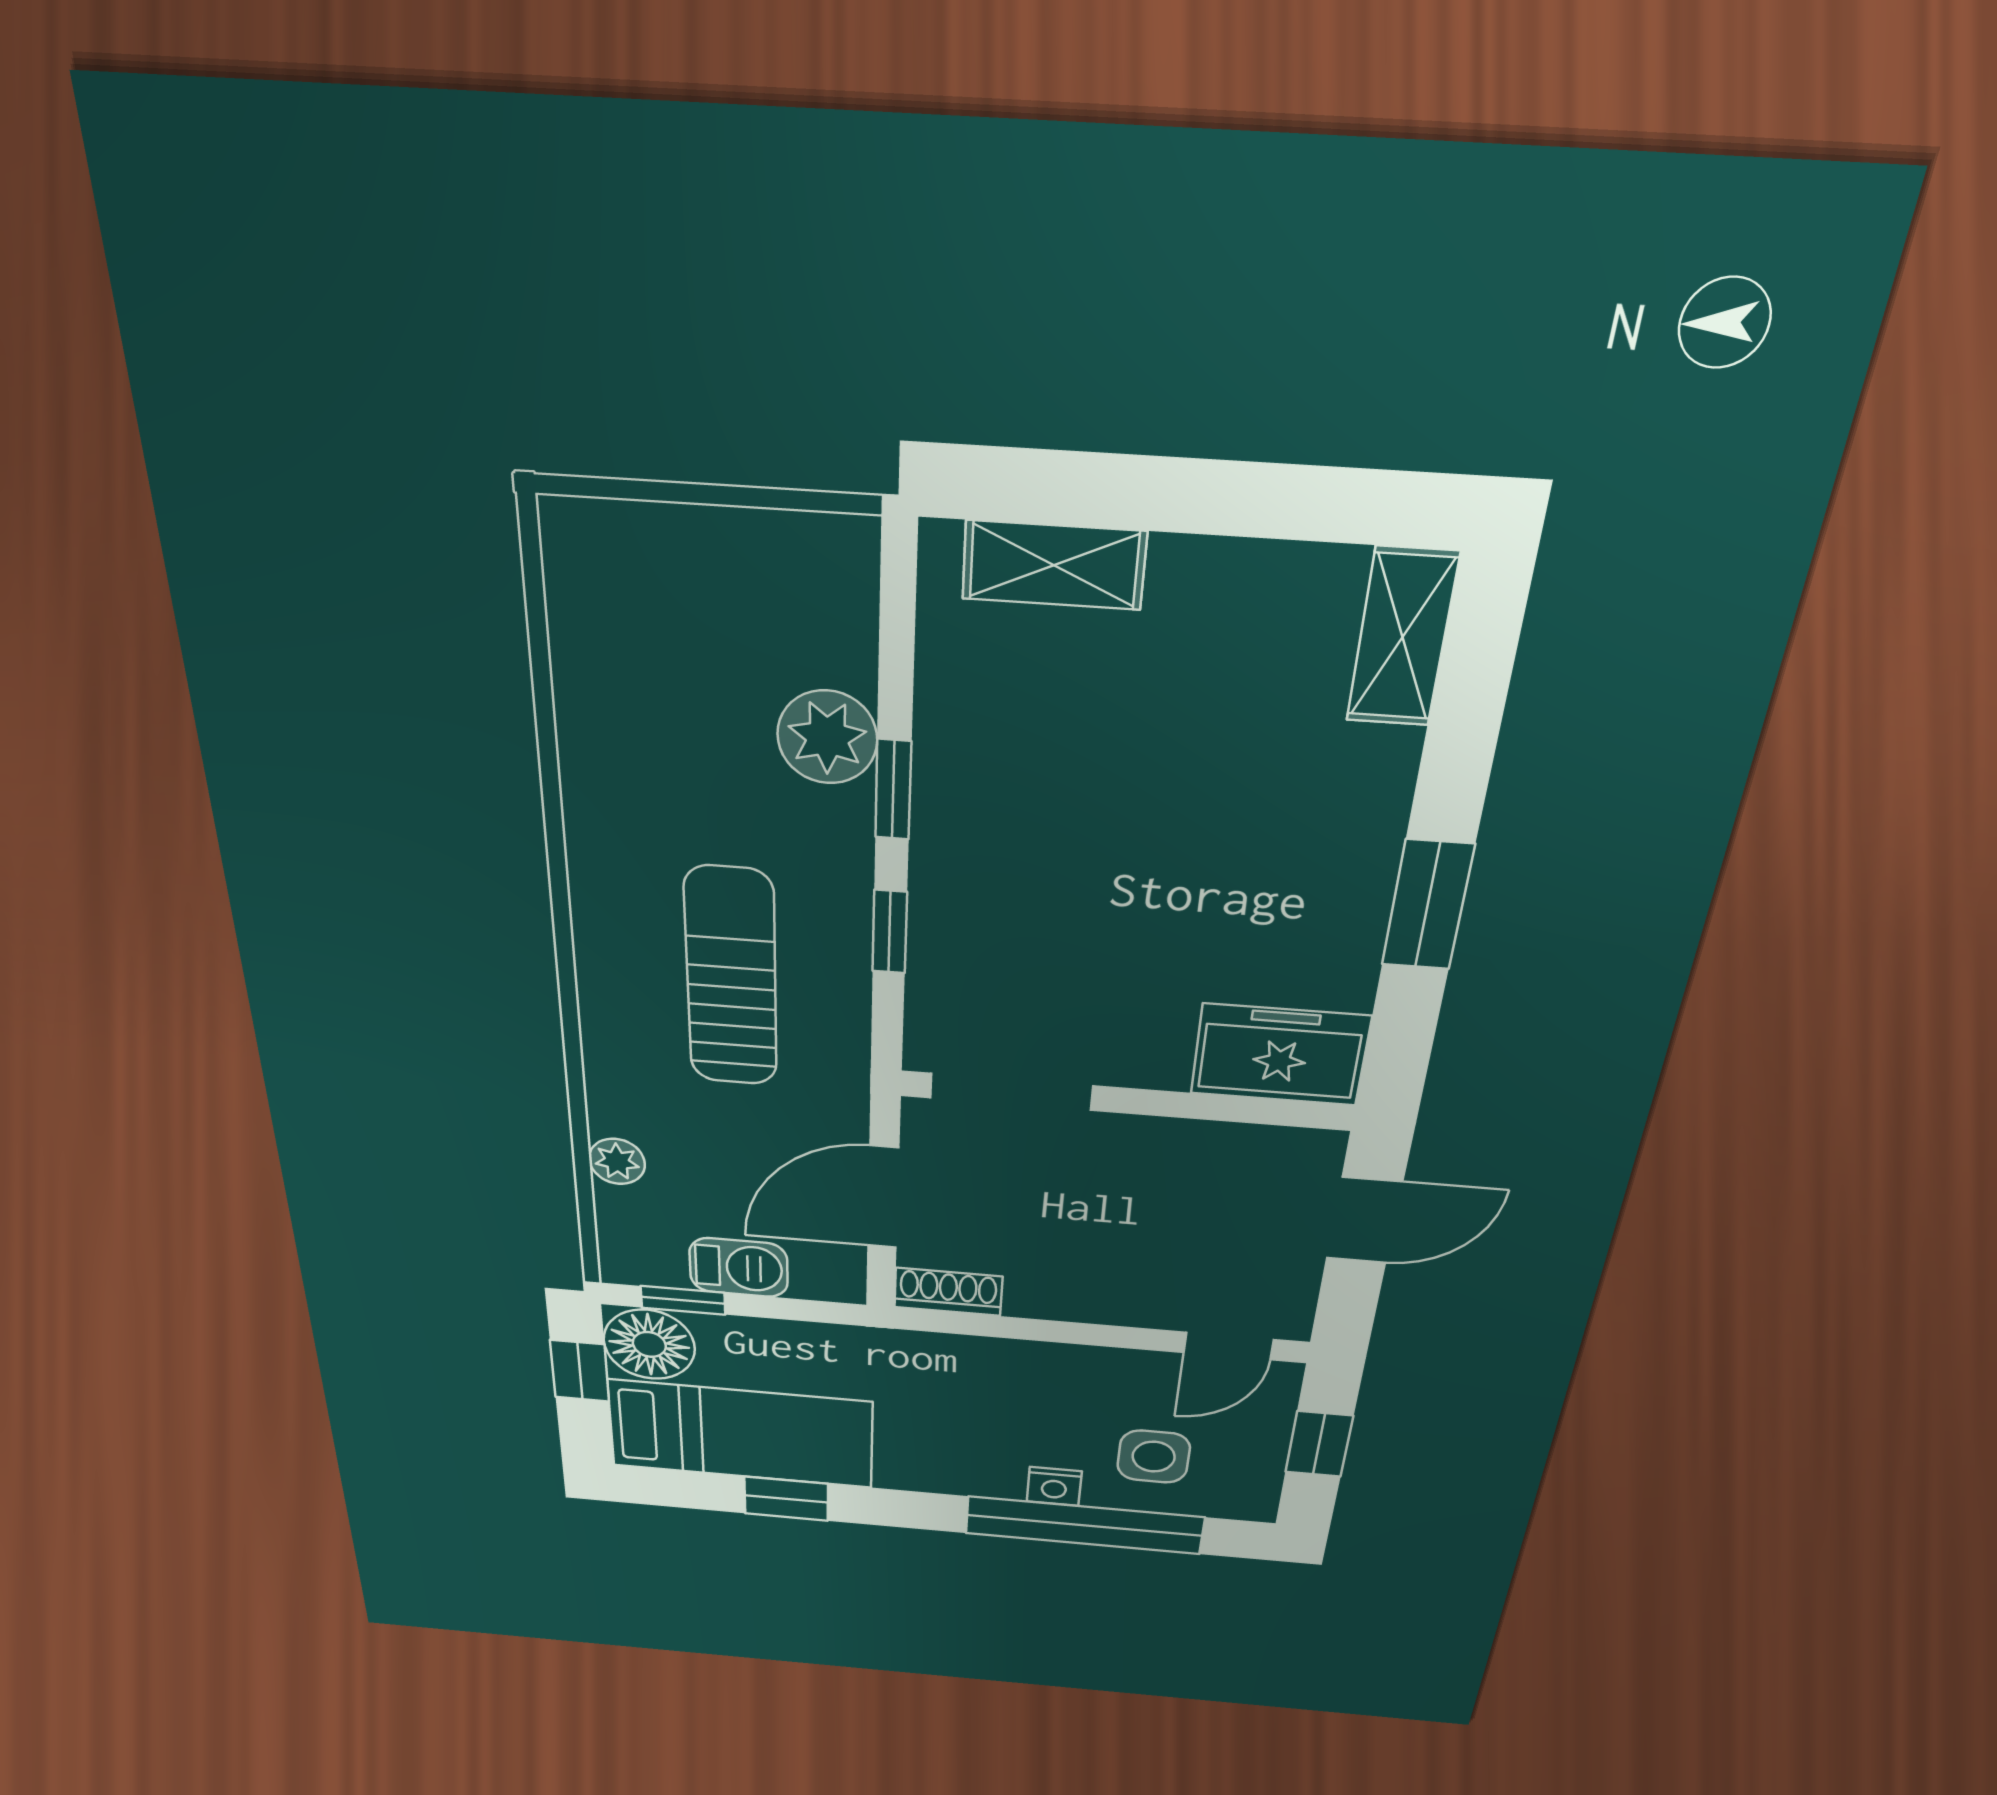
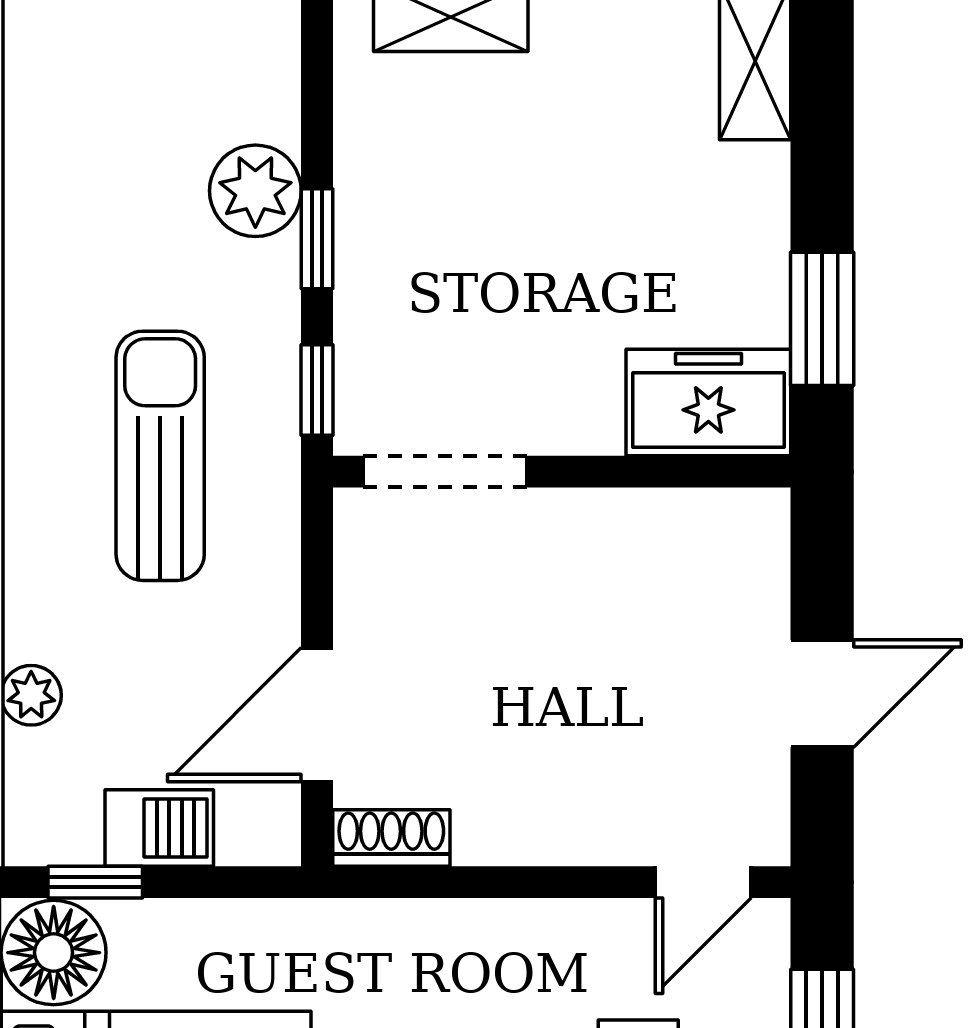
freezer: (1280, 1055) -> (708, 402), moved
doorway: (1011, 1092) -> (445, 472), moved
wall: (1126, 1101) -> (562, 472), moved

